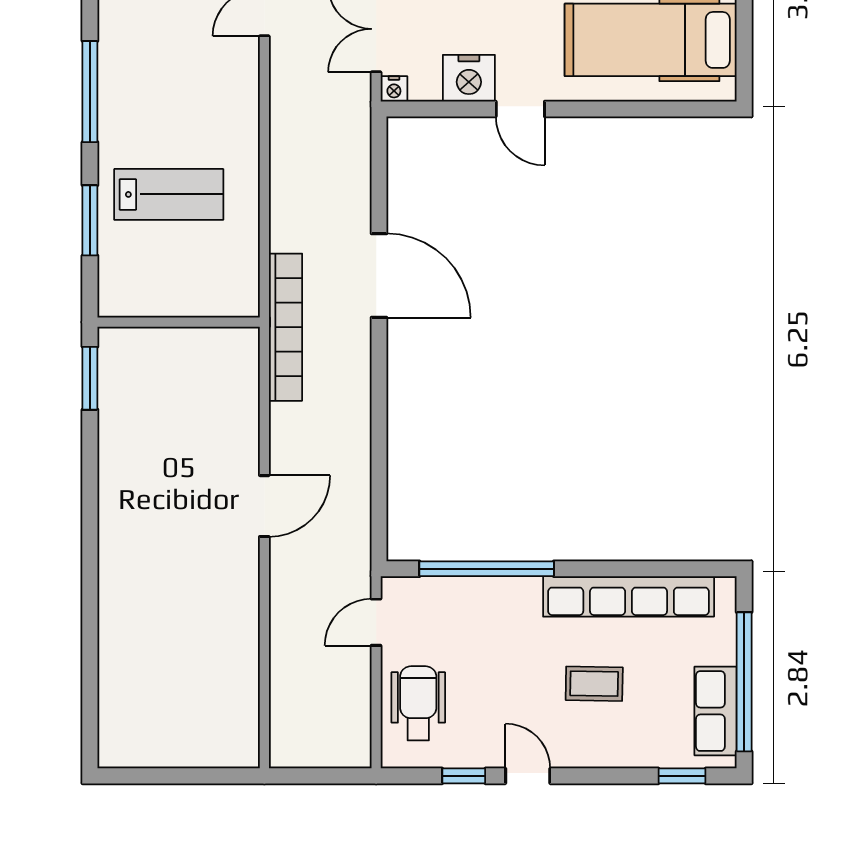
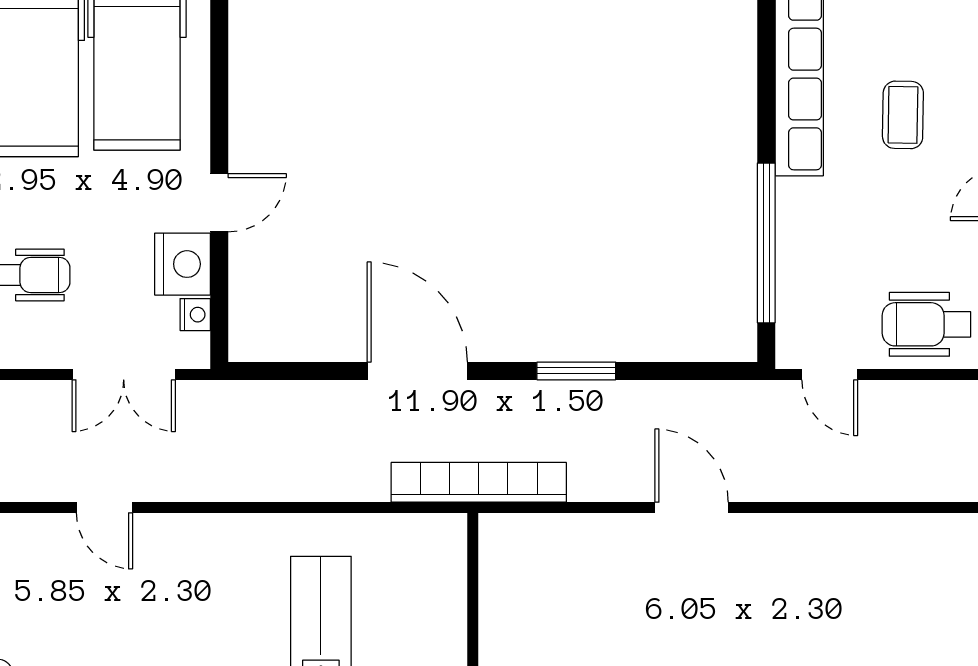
nightstand: (394, 89) -> (195, 315), moved
door: (379, 276) -> (417, 371), hinge flipped
window: (379, 409) -> (576, 371), added

